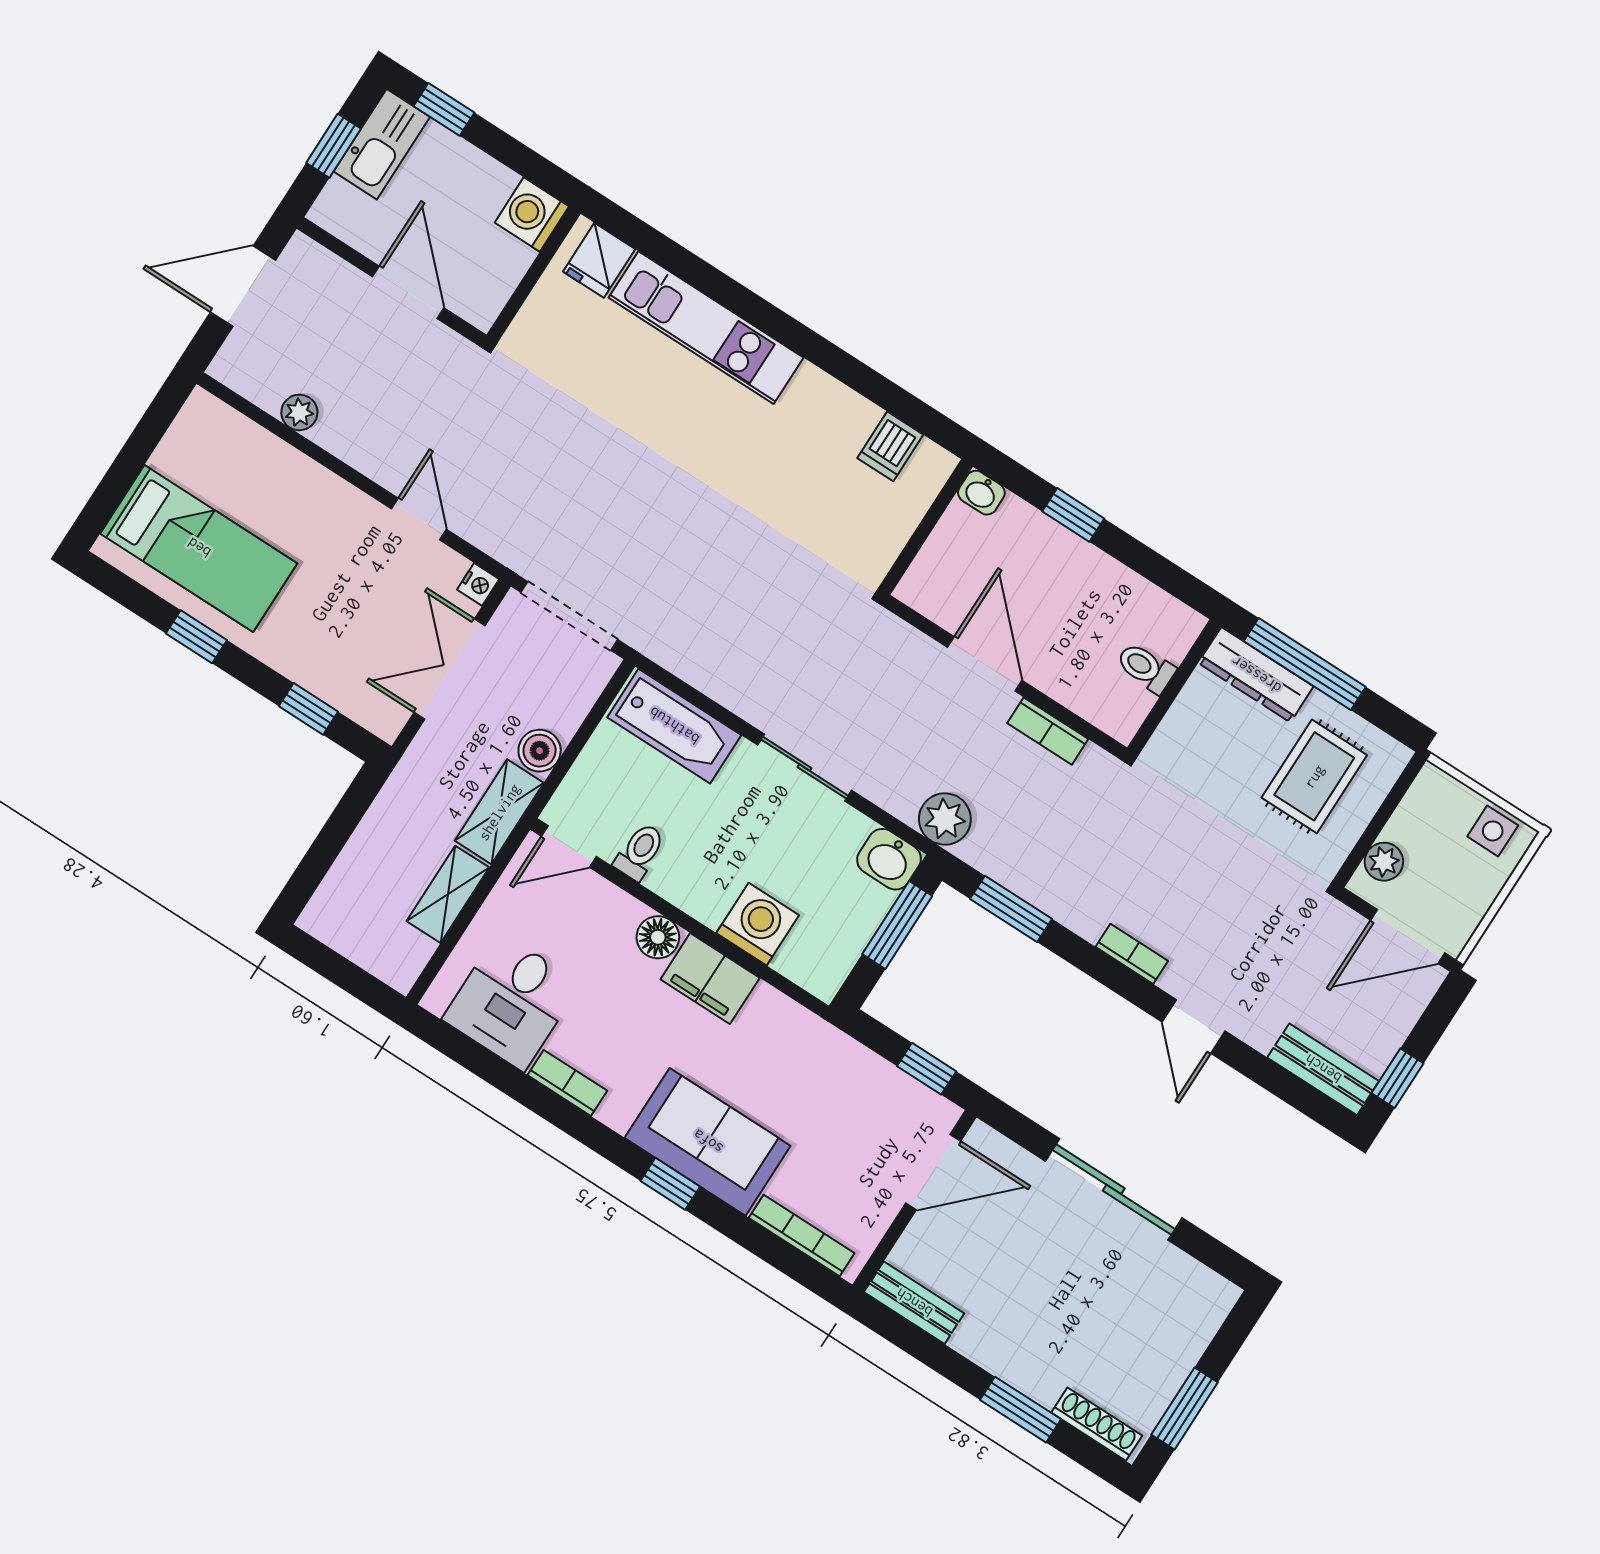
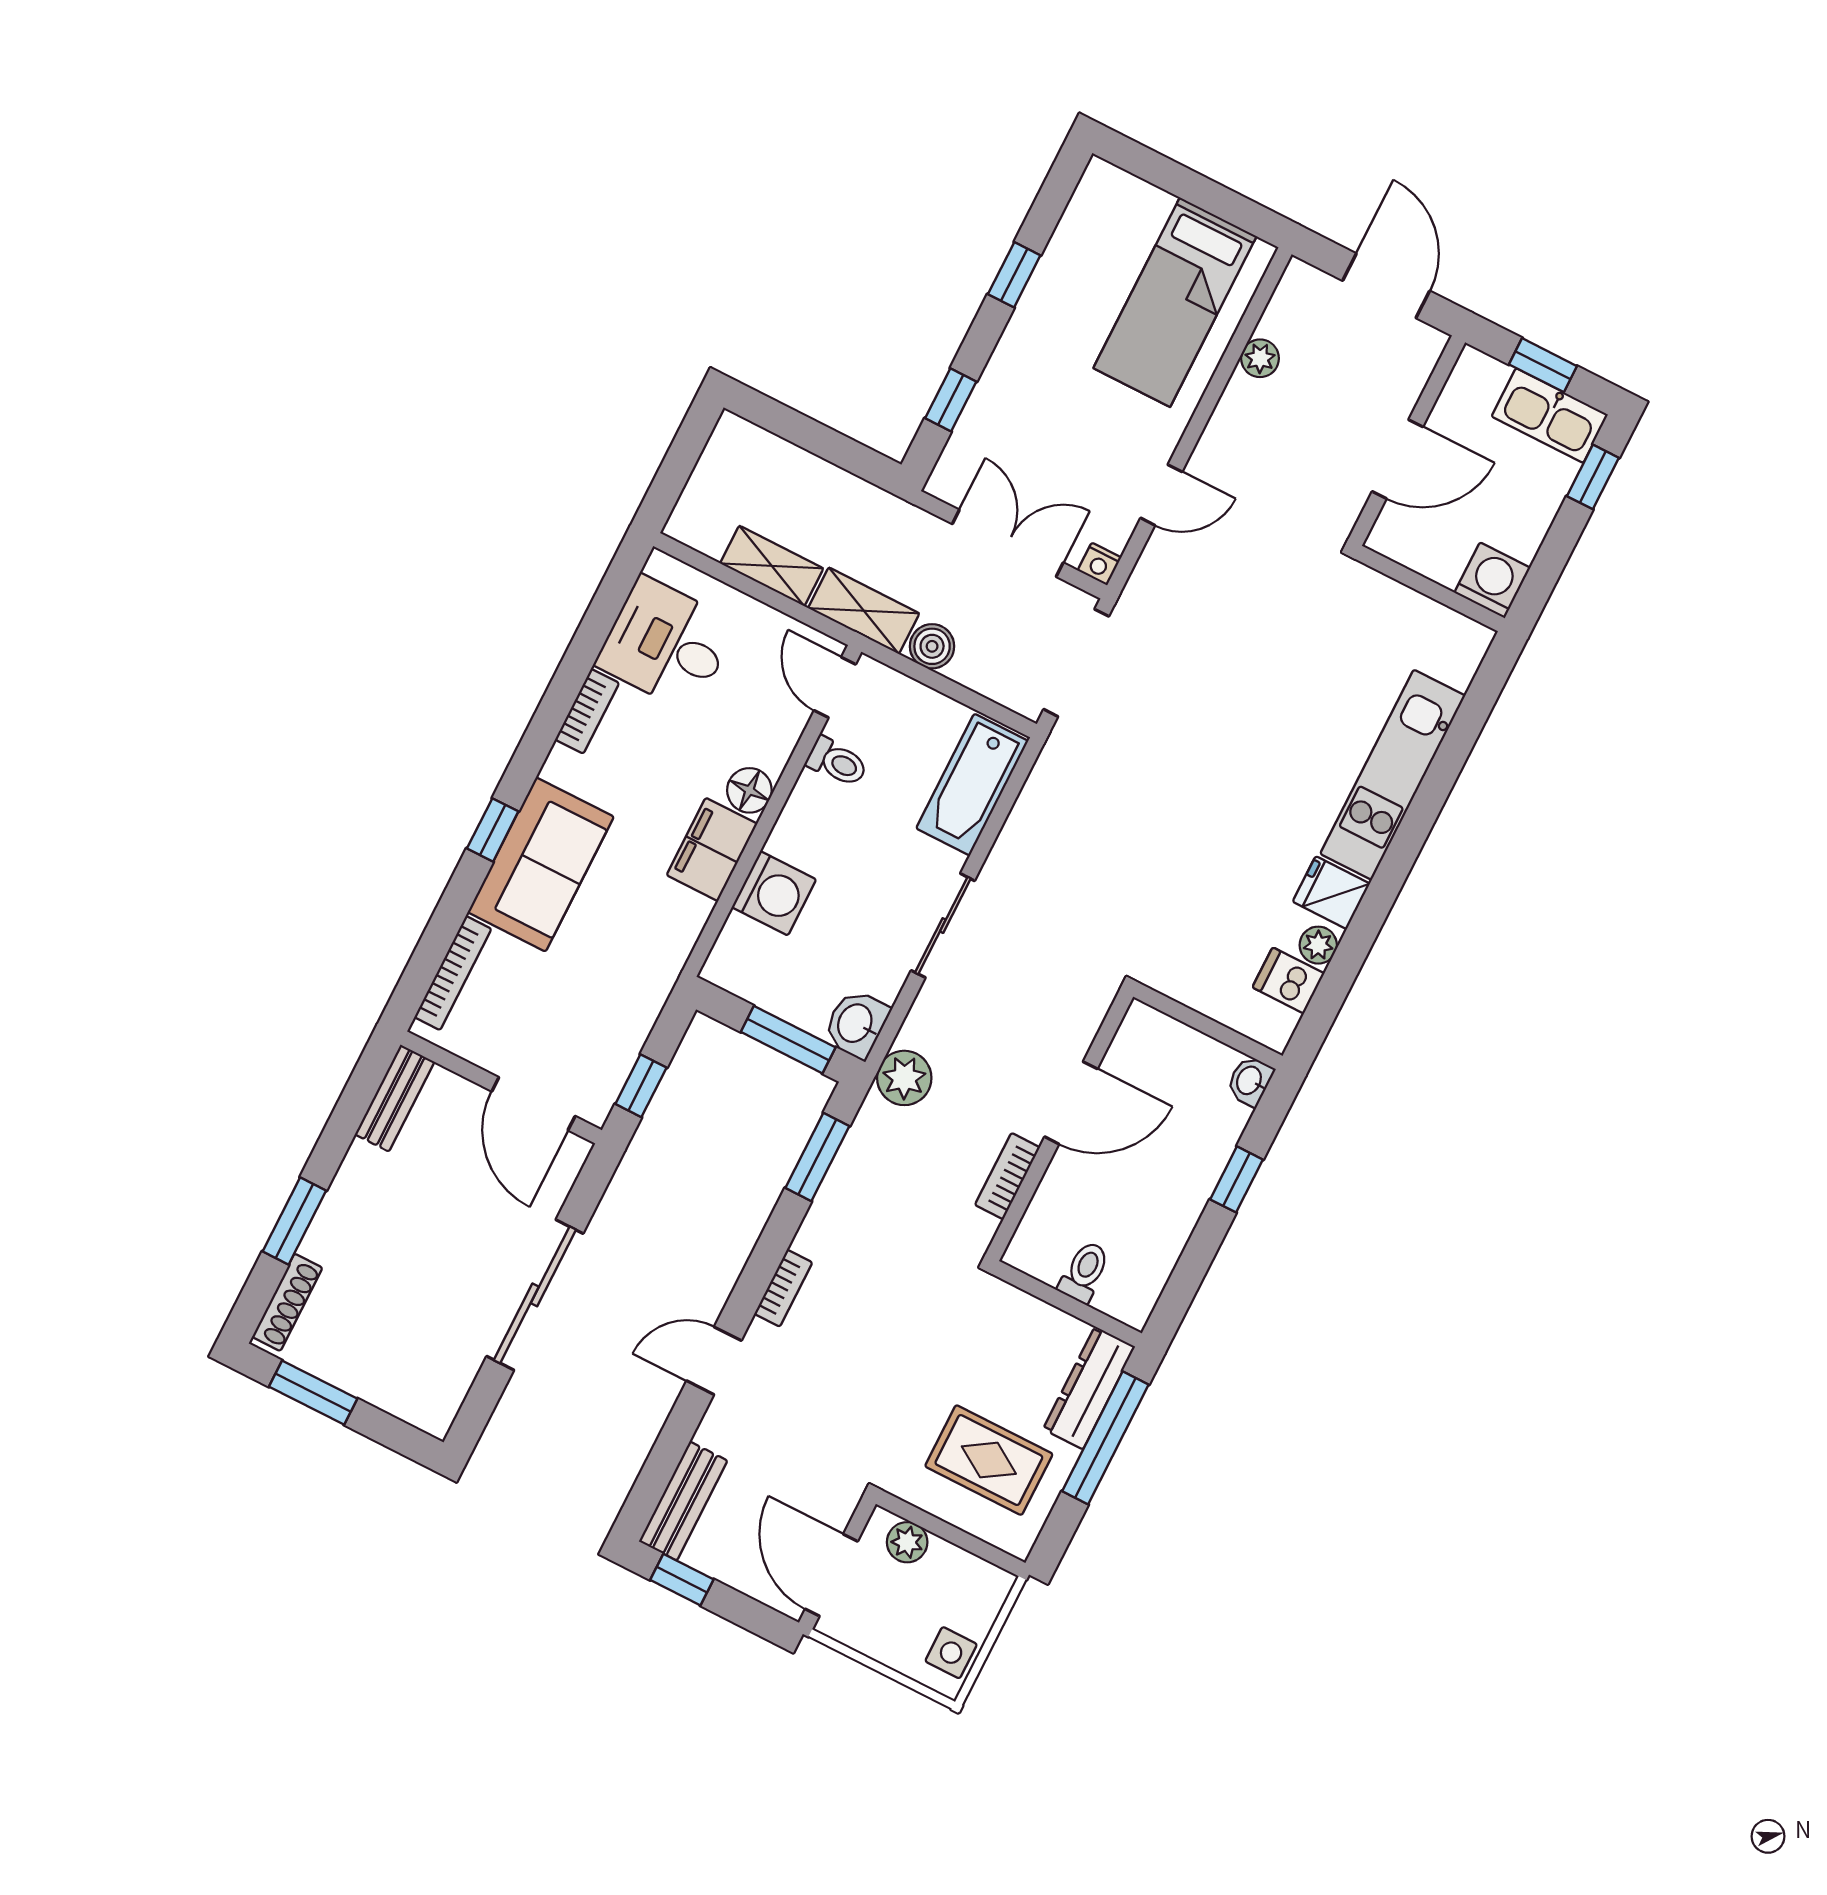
fridge: (599, 260) -> (1331, 893), moved
plant: (860, 415) -> (1318, 945), added
bed: (199, 548) -> (1175, 302), moved

